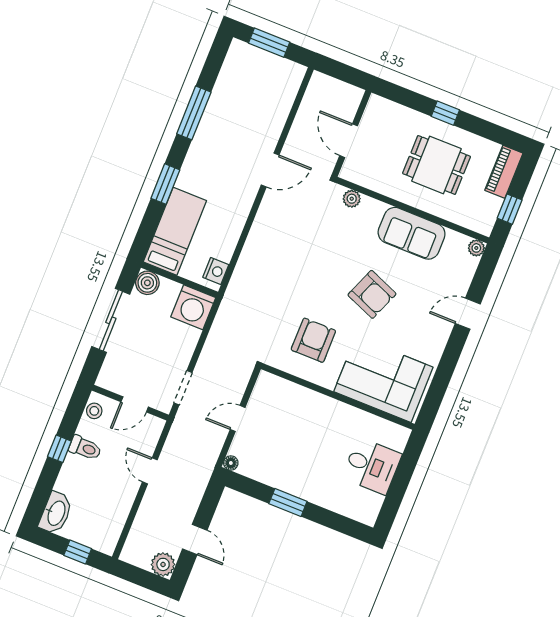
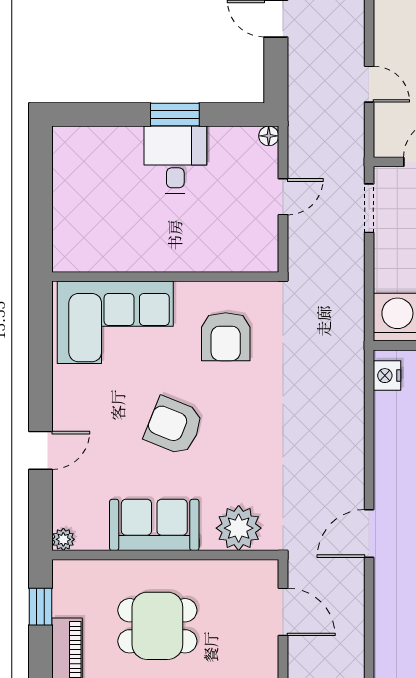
plant: (352, 199) -> (239, 528), width x1.88, depth x1.88
desk: (372, 466) -> (175, 160), moved, turned 90

